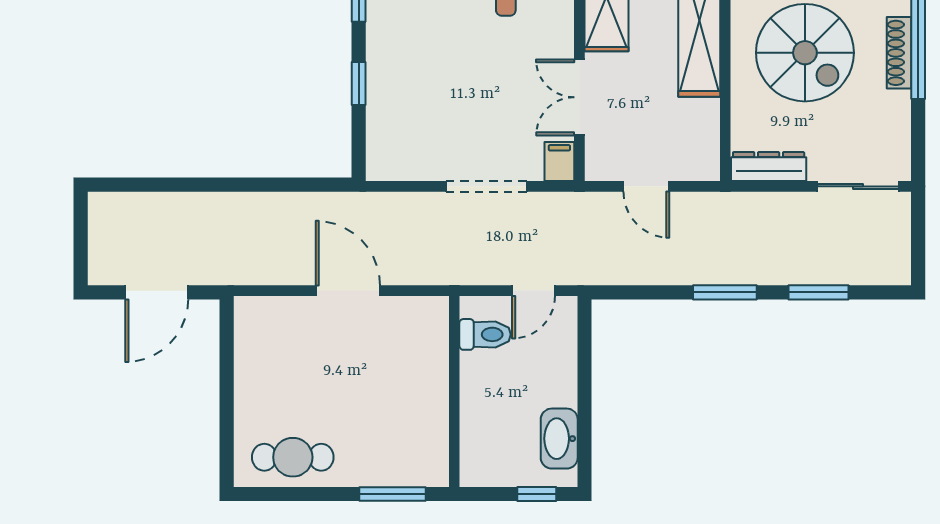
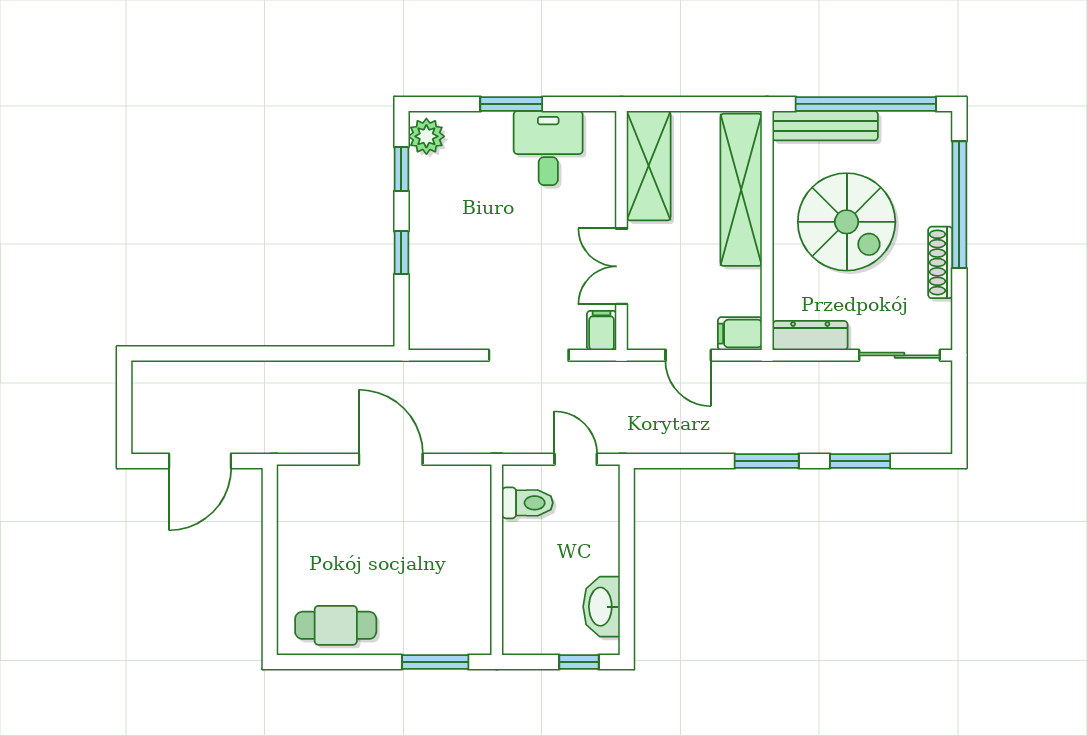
shoe rack: (899, 53) -> (940, 262), moved
filing cabinet: (698, 165) -> (740, 334), added
door: (533, 291) -> (576, 459), swing flipped

